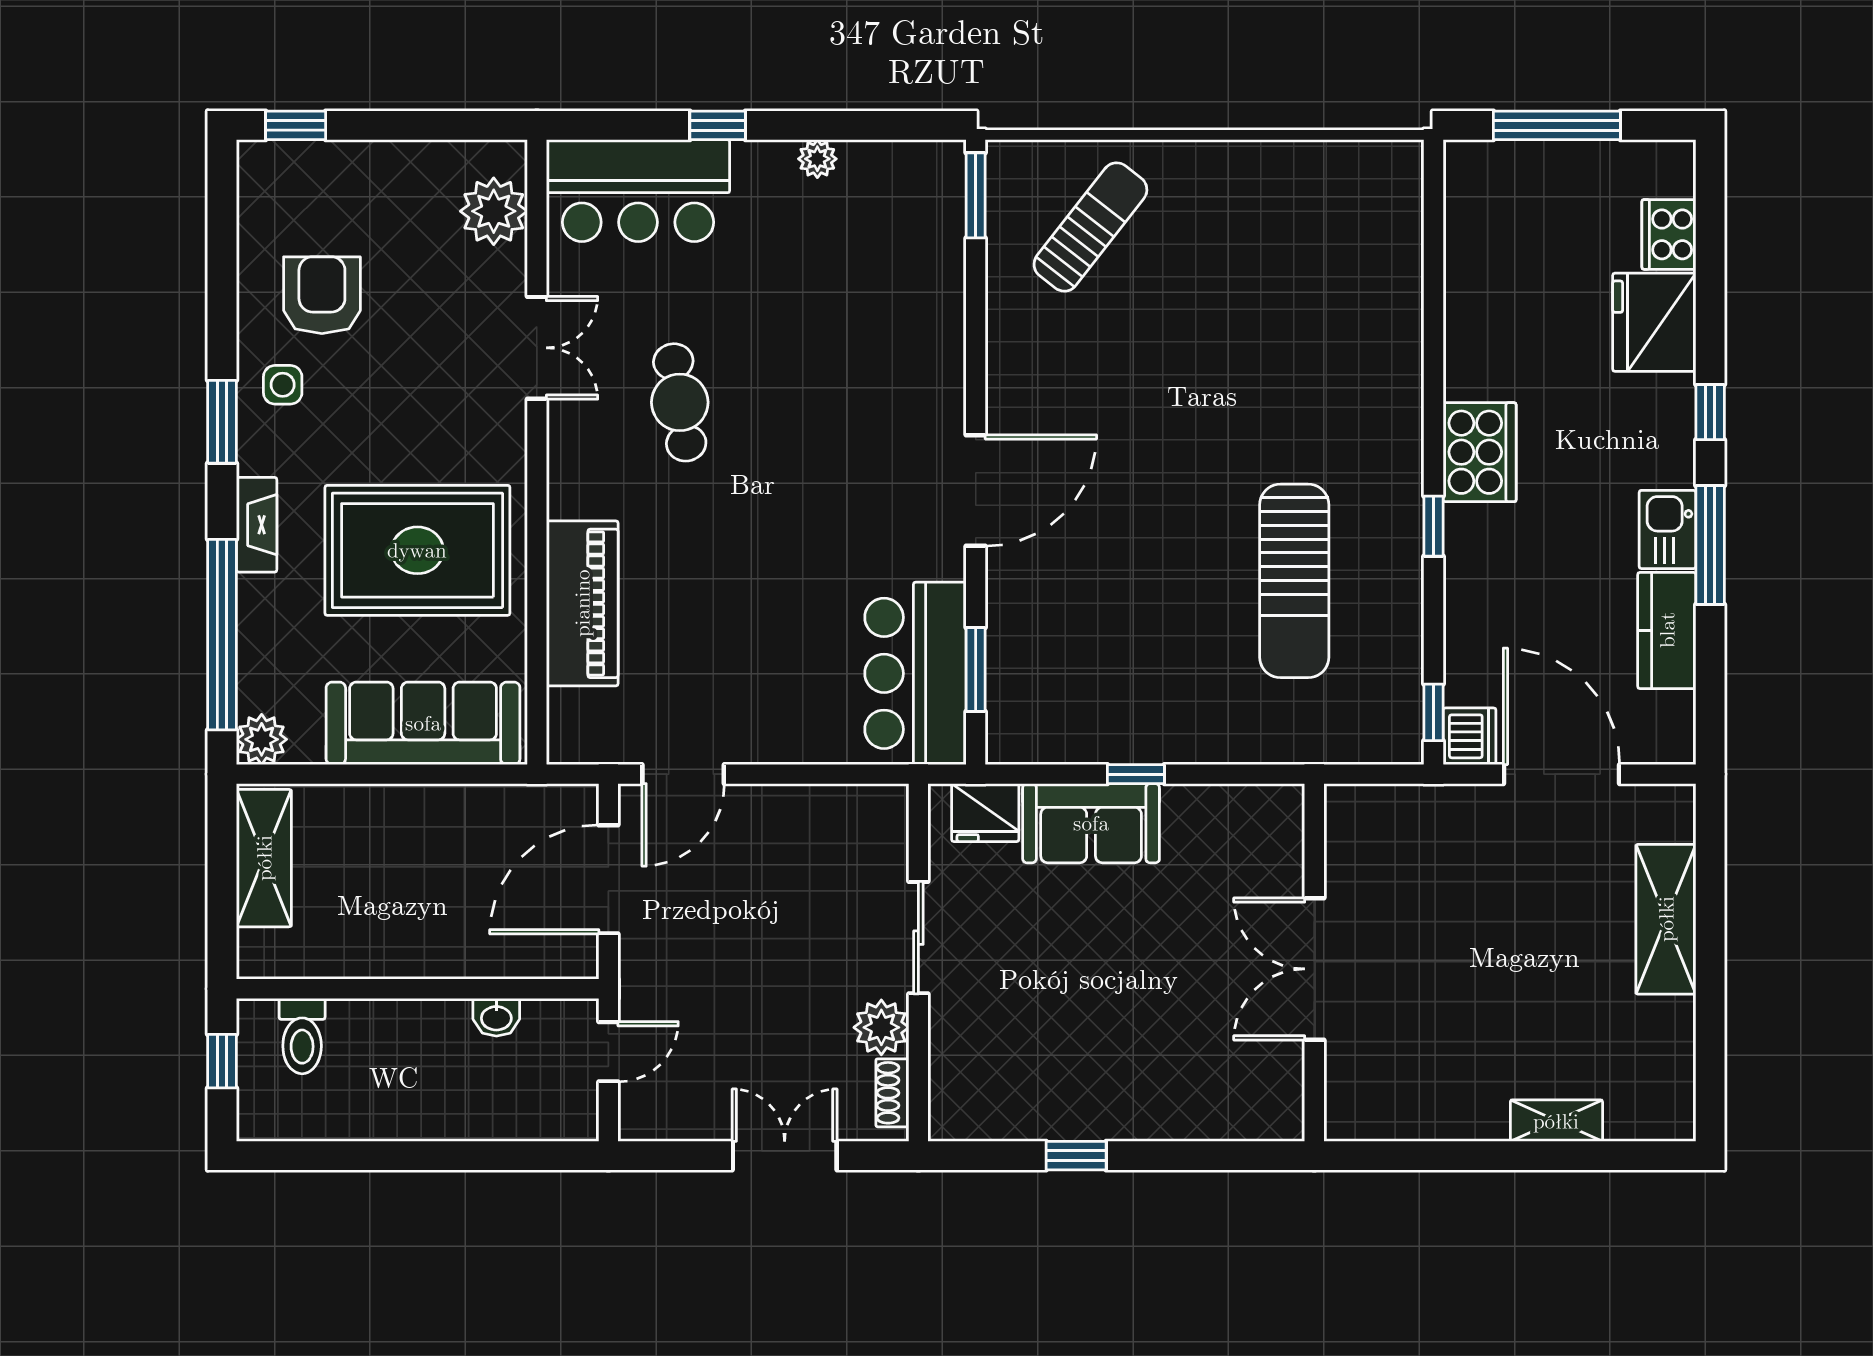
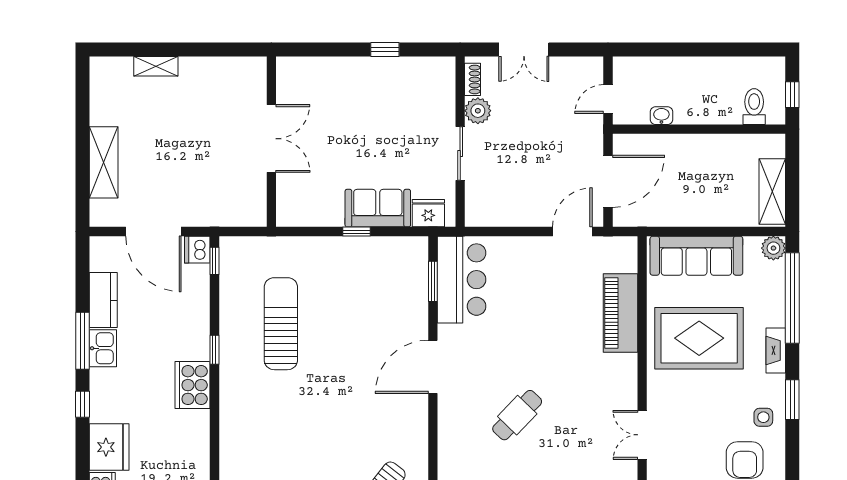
cafe table: (680, 402) -> (517, 415), moved, turned 53

